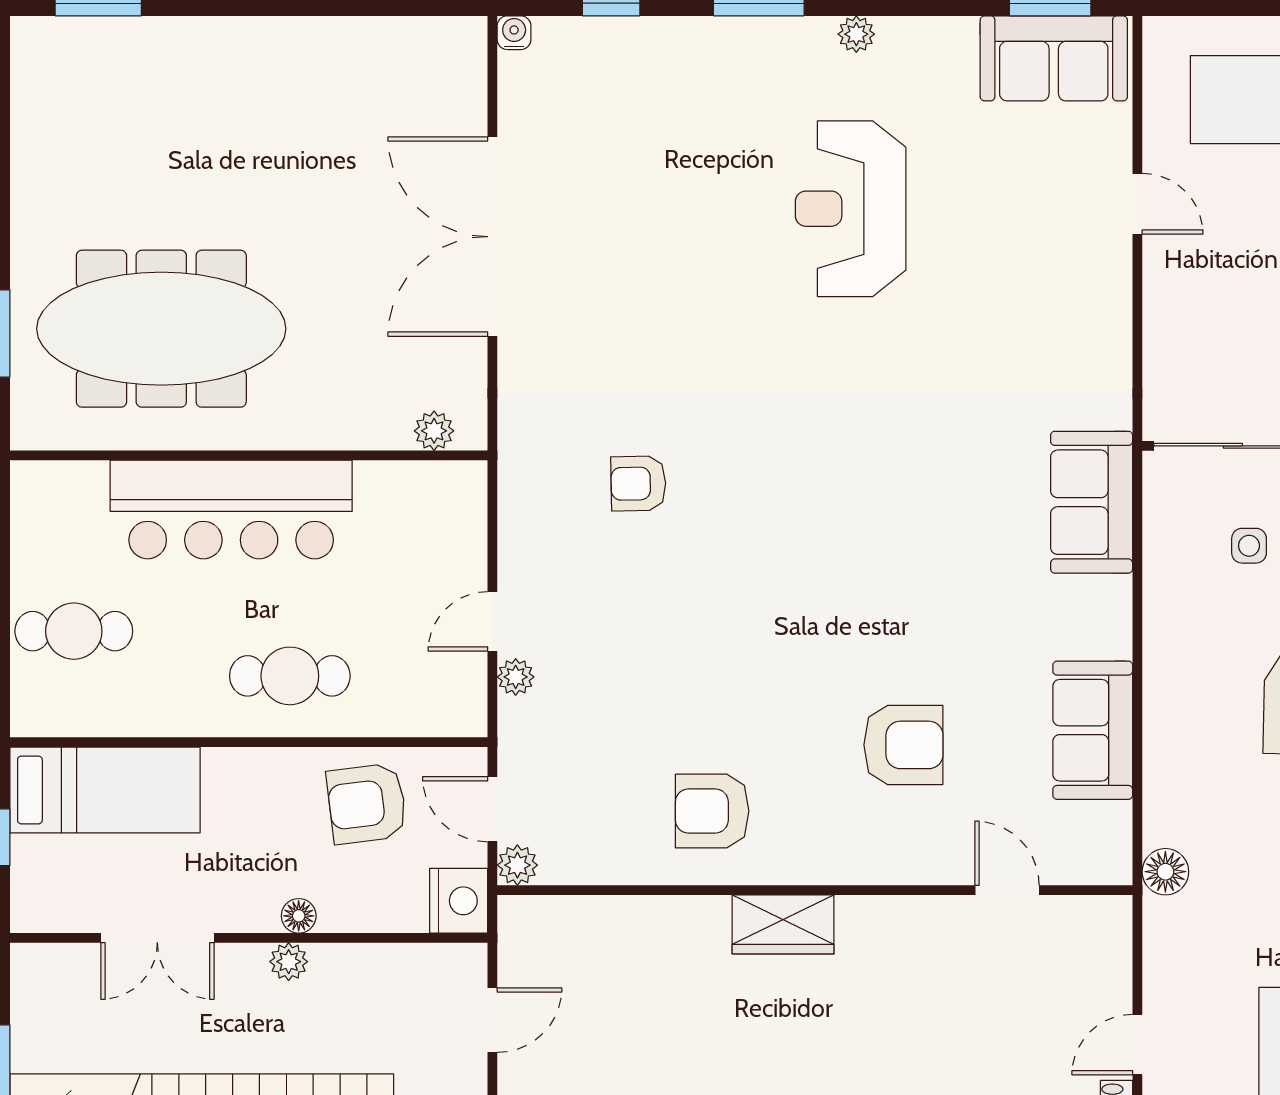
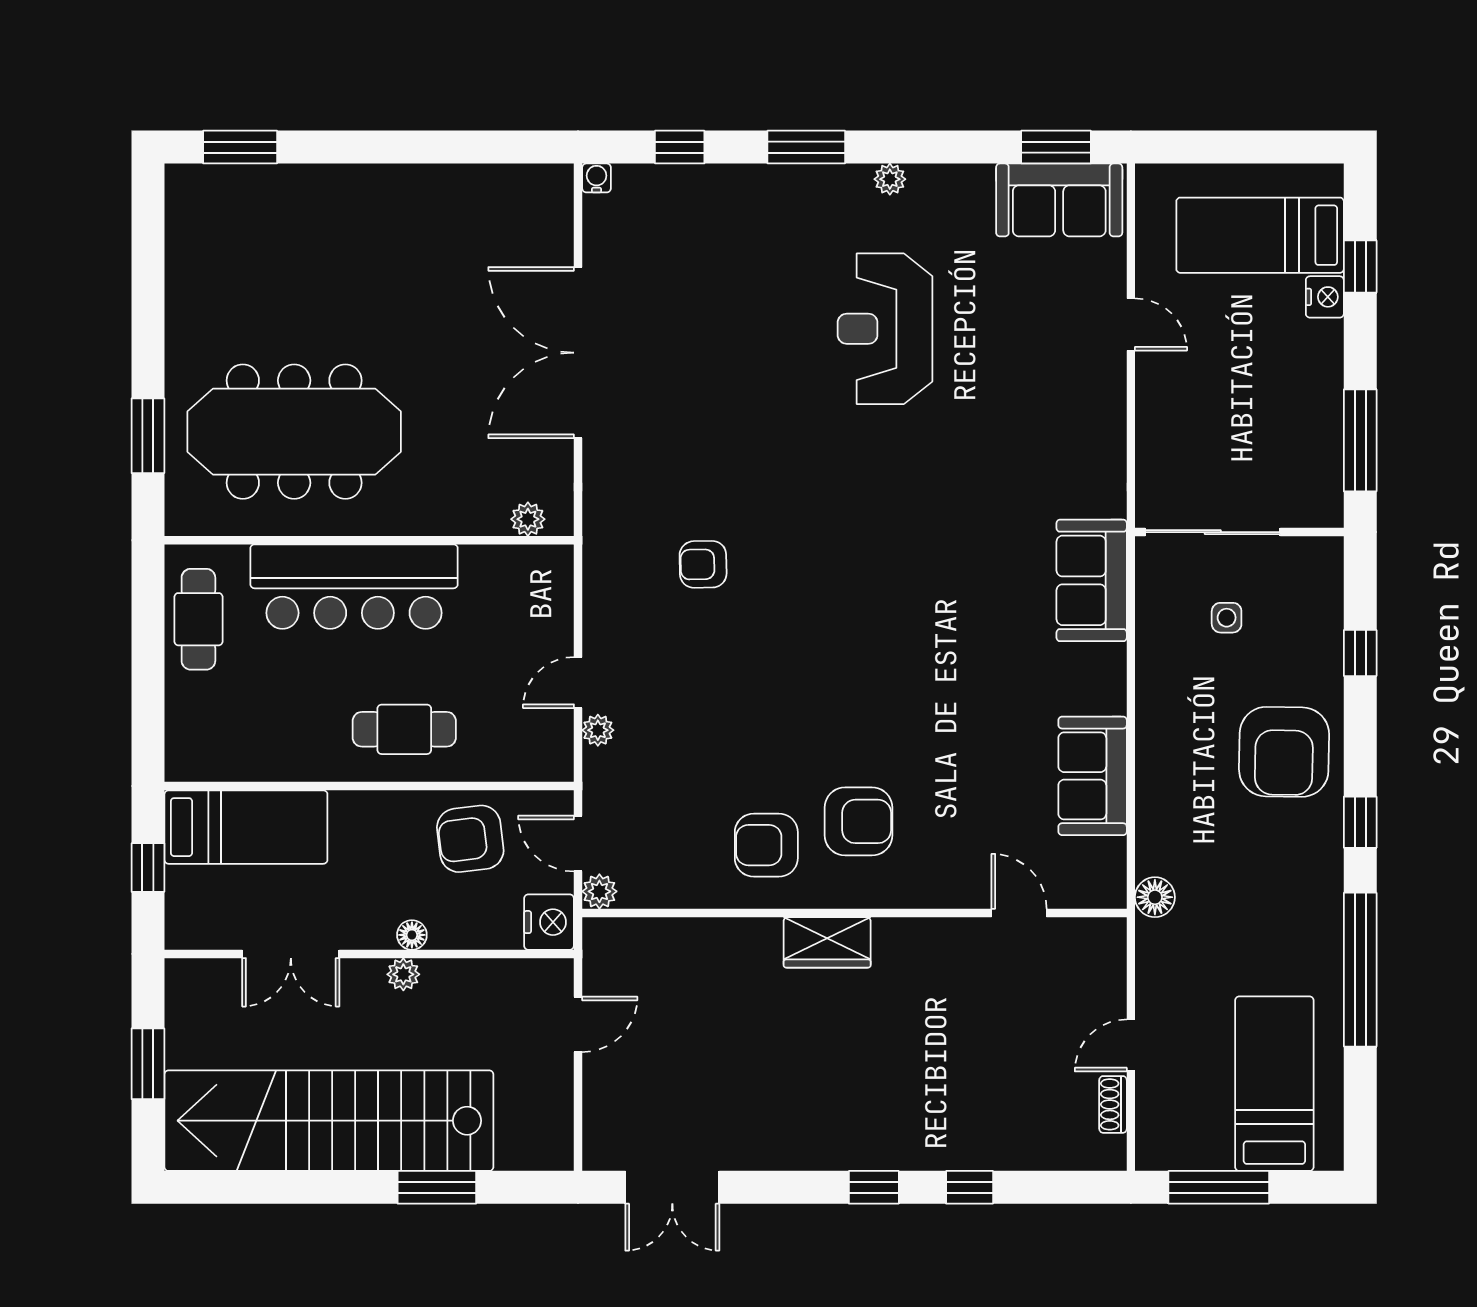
cafe table: (74, 631) -> (198, 619), moved, turned 90
armchair: (903, 745) -> (858, 821), moved

